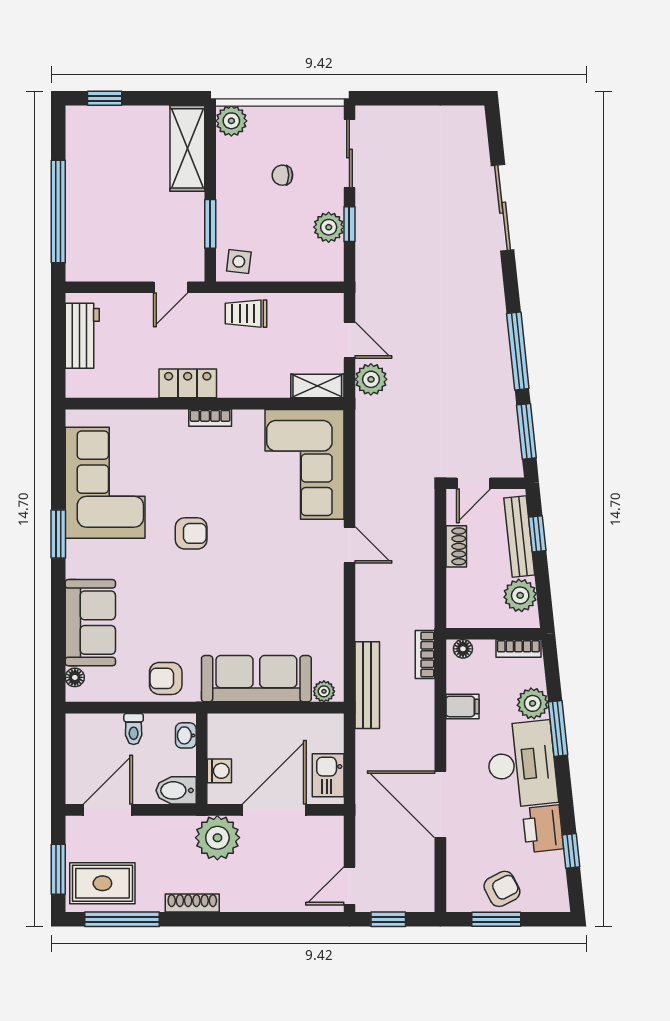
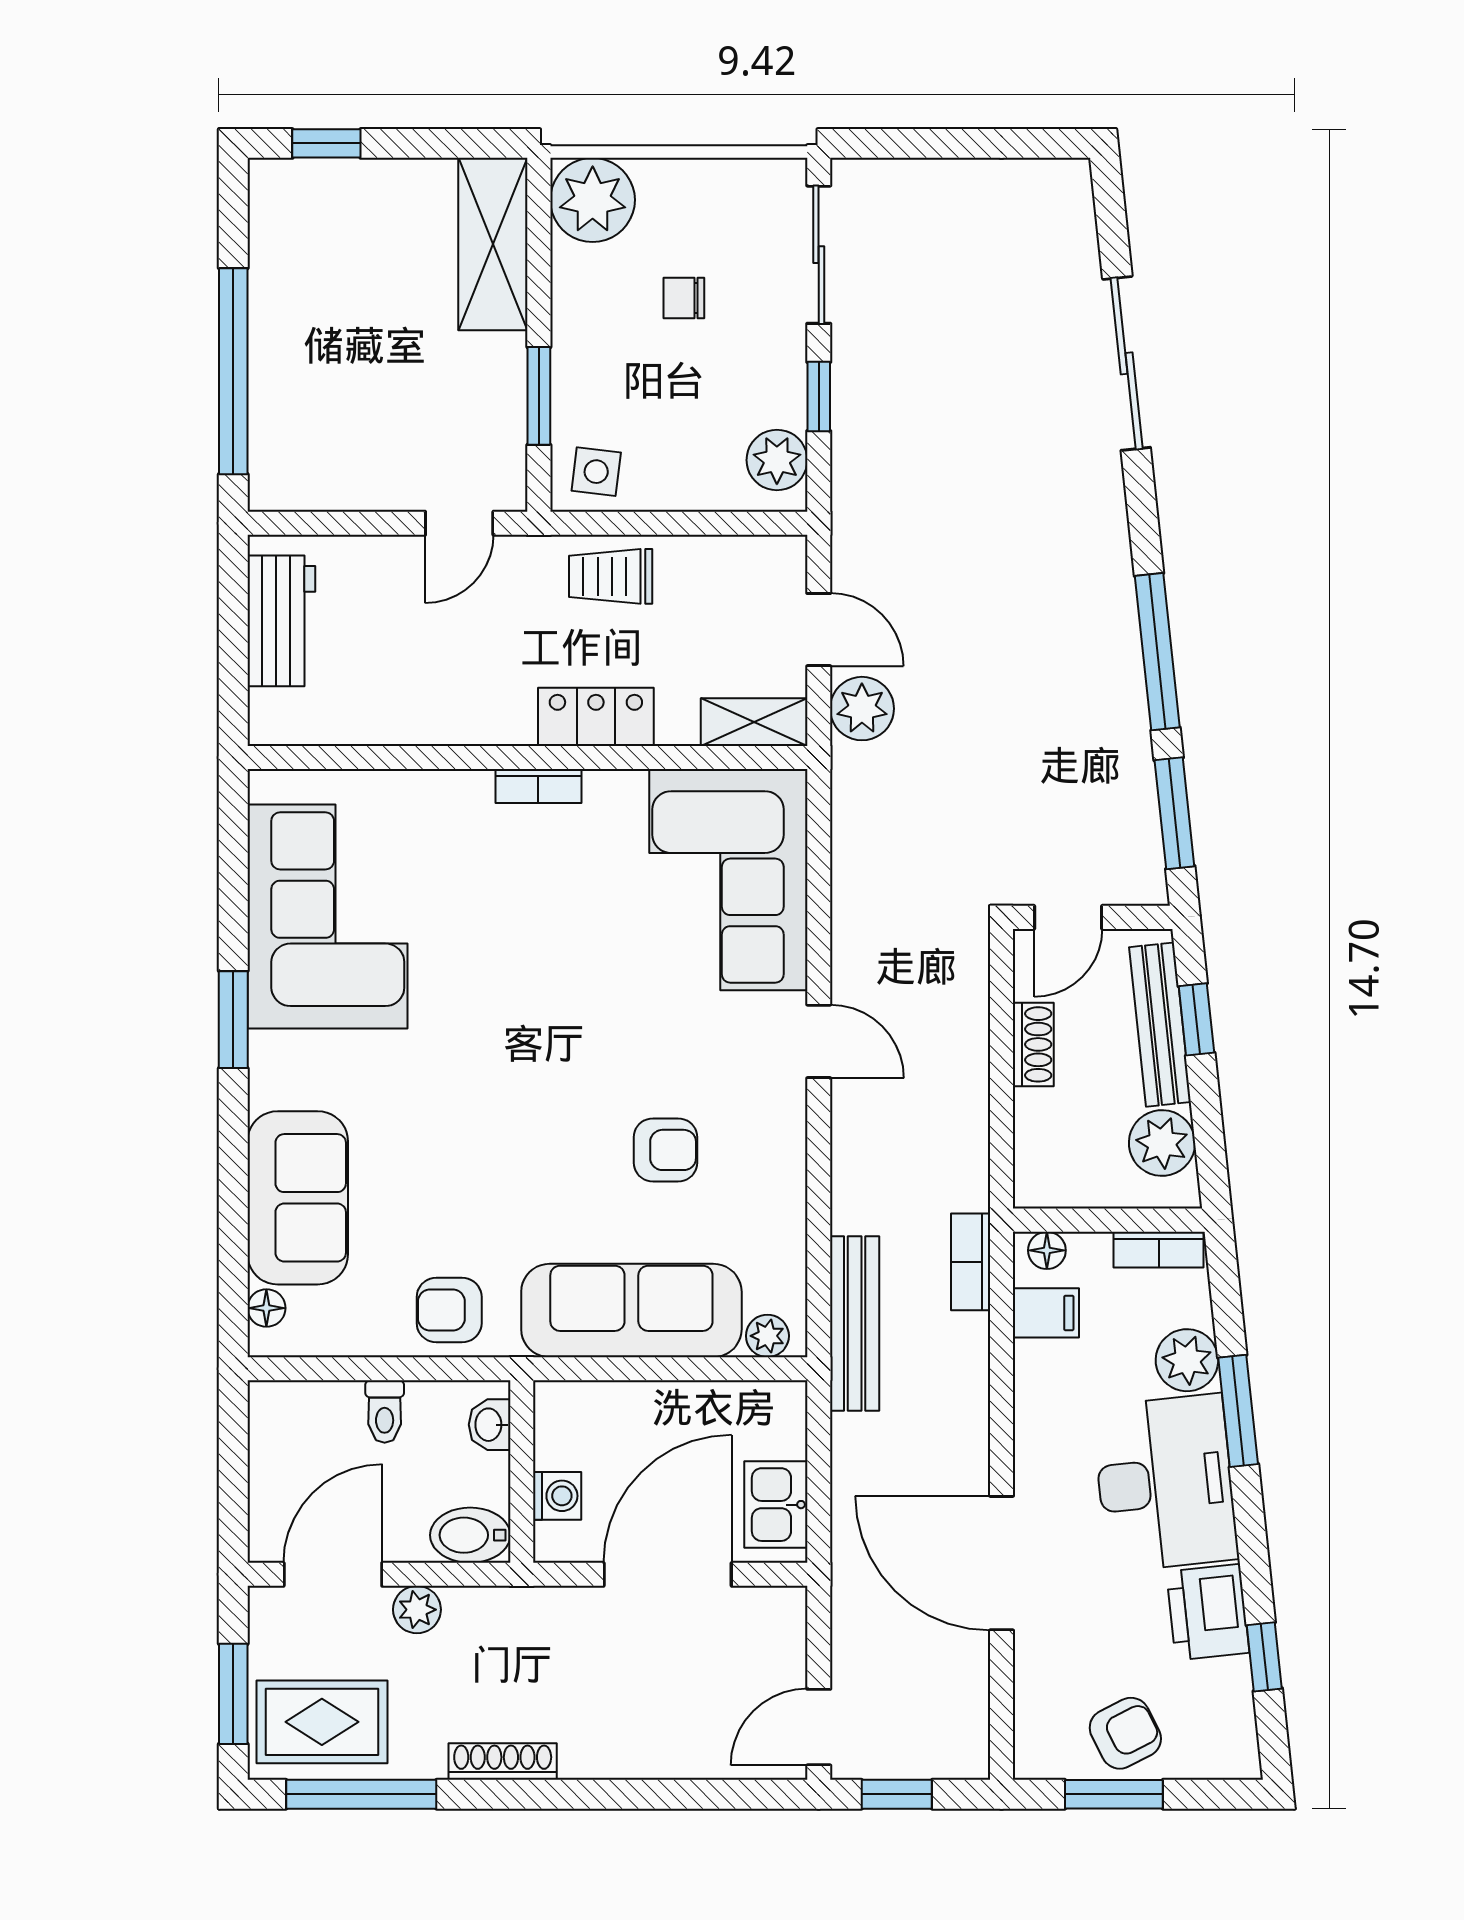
plant: (231, 121) -> (593, 200), width x1.36, depth x1.36
plant: (329, 227) -> (777, 460), moved
locker: (188, 383) -> (596, 717), moved
armchair: (191, 533) -> (665, 1150), moved
filing cabinet: (462, 706) -> (1046, 1313), moved
plant: (217, 838) -> (417, 1610), moved, width x0.53, depth x0.53

